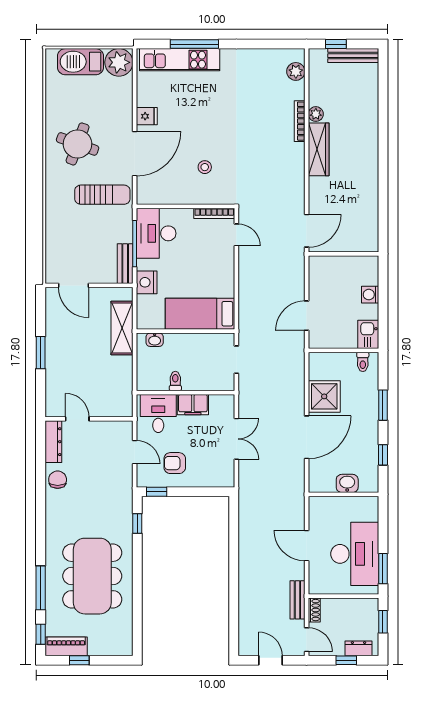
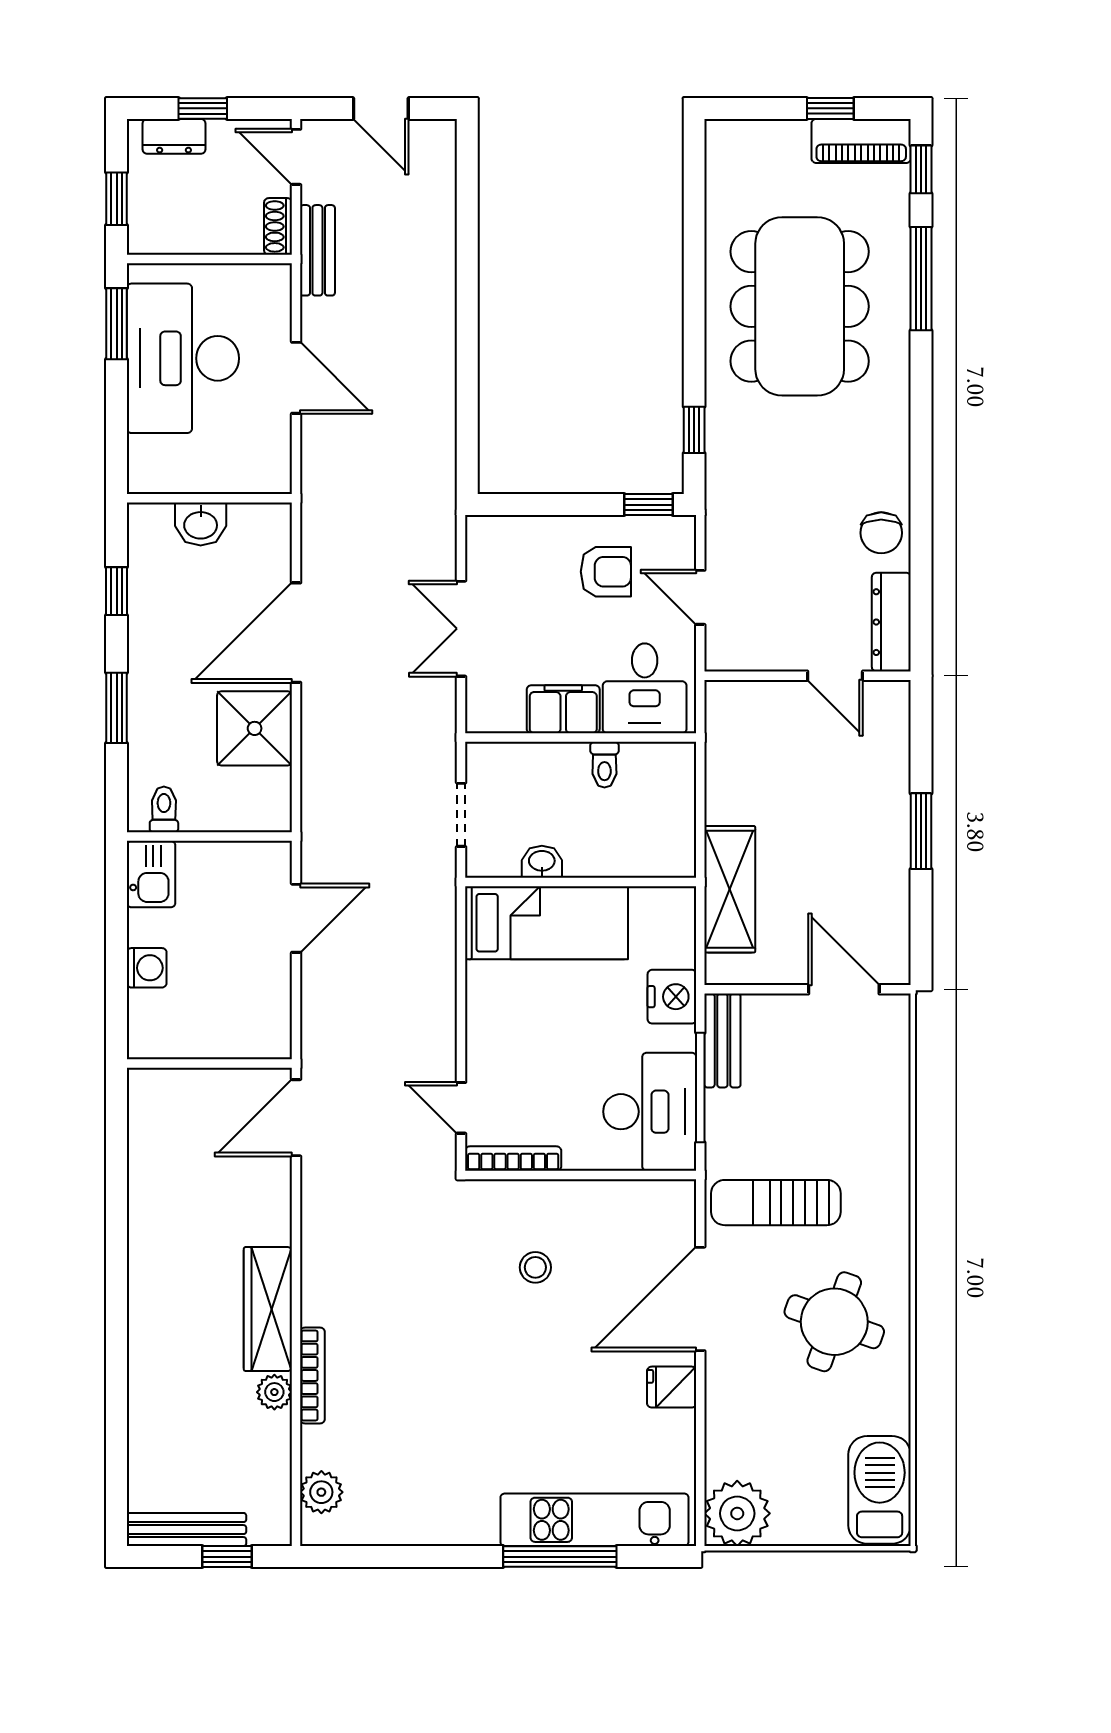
barbecue: (81, 62) -> (880, 1490), moved, turned -90
washbasin: (155, 340) -> (542, 862), moved

